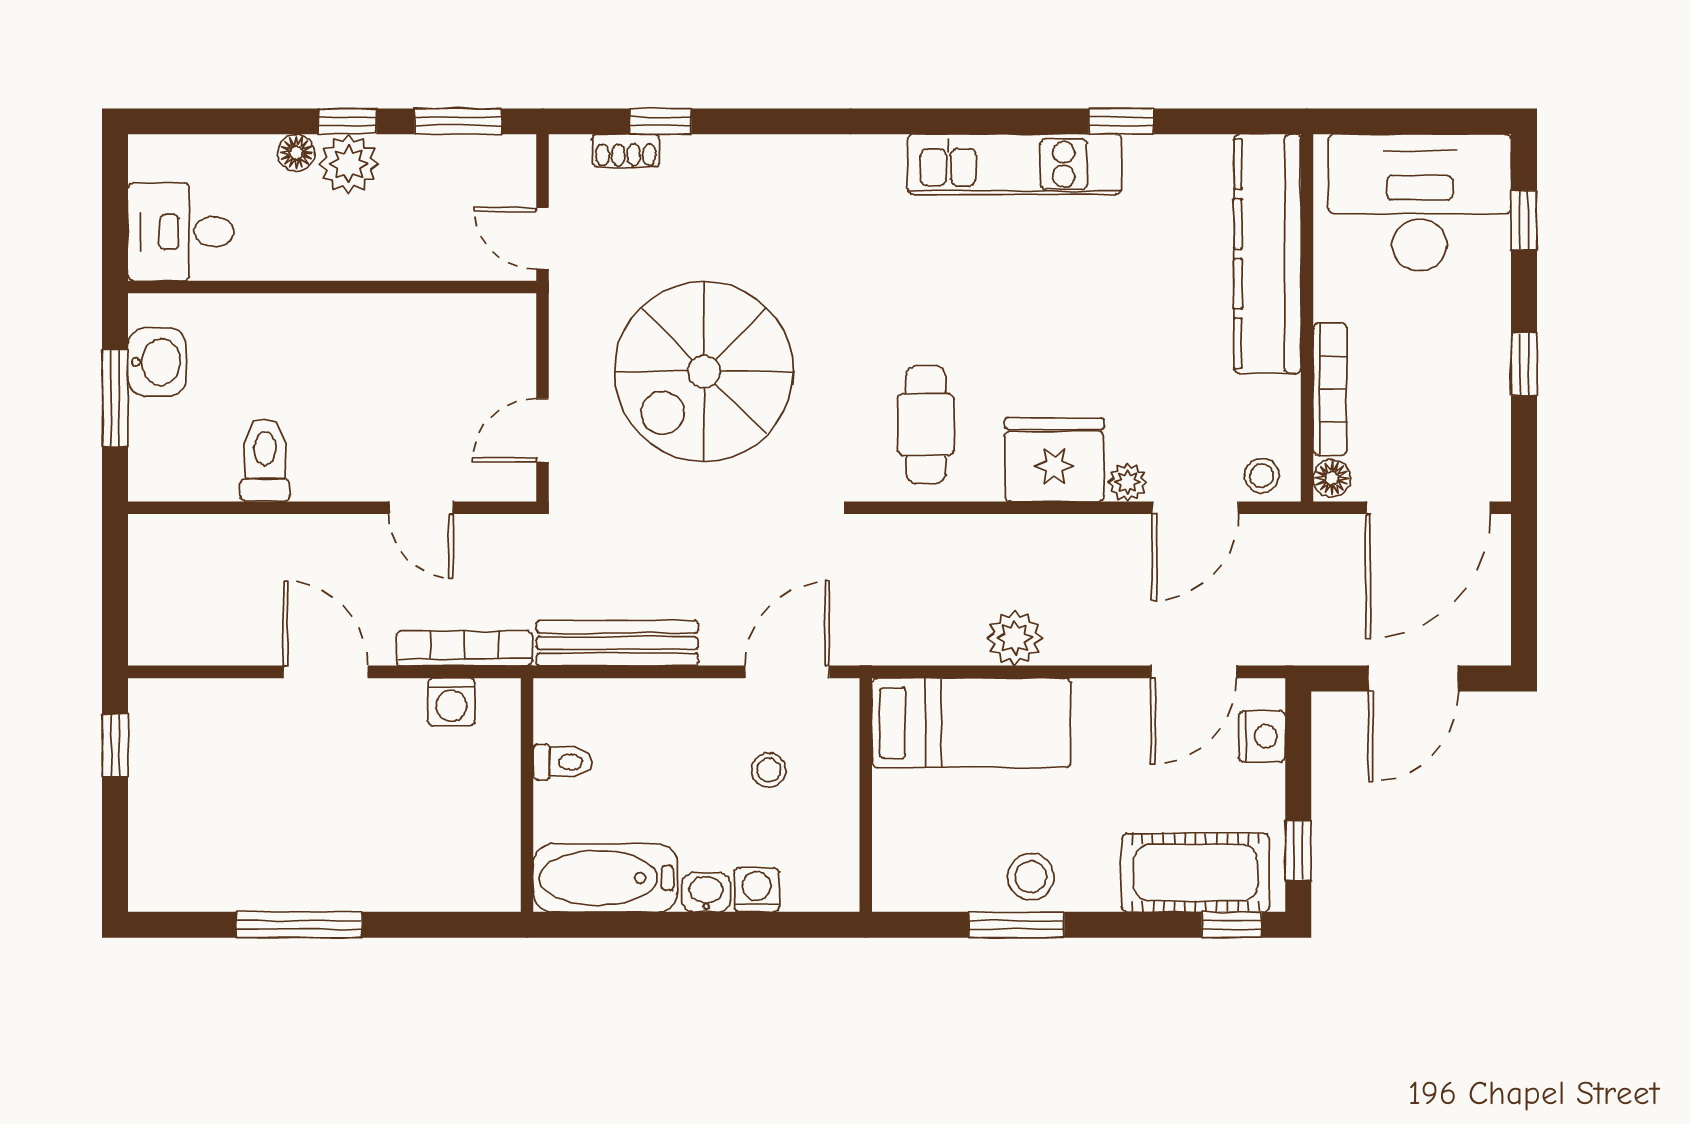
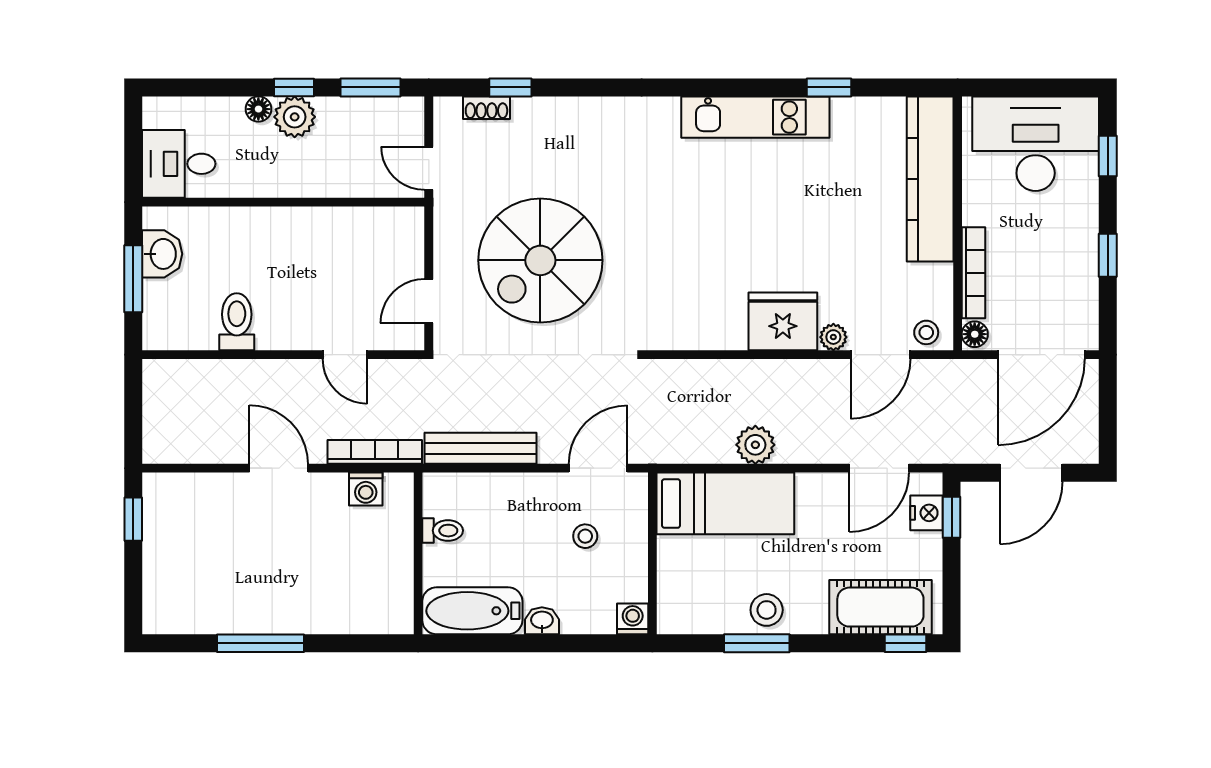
cafe table: (926, 425) -> (694, 297), removed
window: (1298, 851) -> (952, 517), moved
washing machine: (757, 890) -> (633, 619), moved

